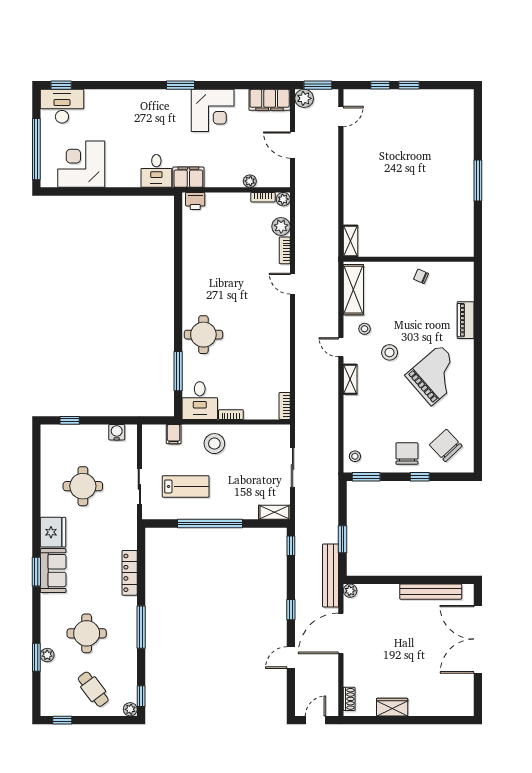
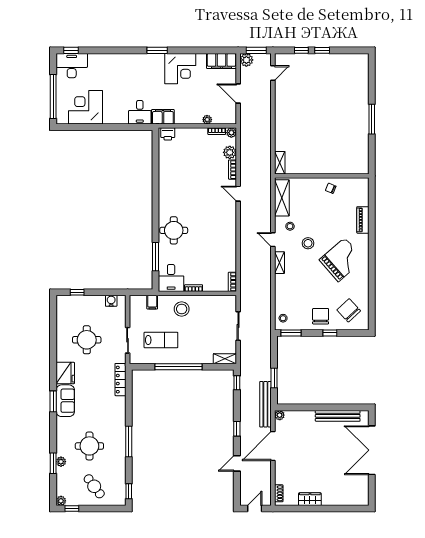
locker: (130, 573) -> (120, 380), moved
plant: (130, 709) -> (61, 501), moved

